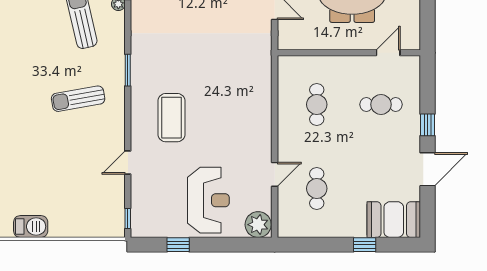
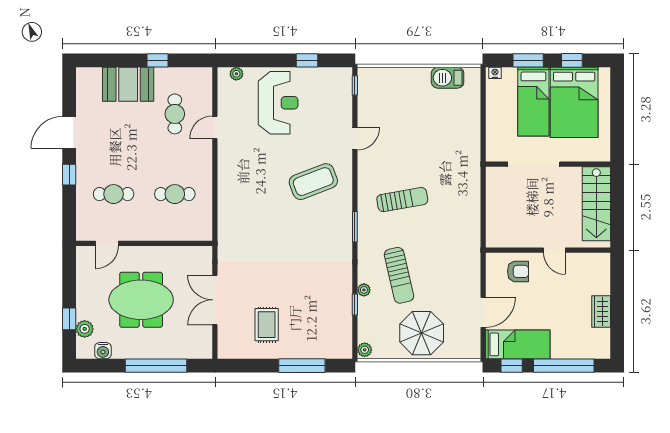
cafe table: (317, 104) -> (175, 194), turned 90
coffee table: (171, 118) -> (313, 182), turned 69
reception desk: (208, 200) -> (278, 103), turned 180
booth: (394, 220) -> (128, 84), moved
plant: (258, 225) -> (236, 74), width x0.53, depth x0.53
window: (365, 245) -> (157, 60), moved

